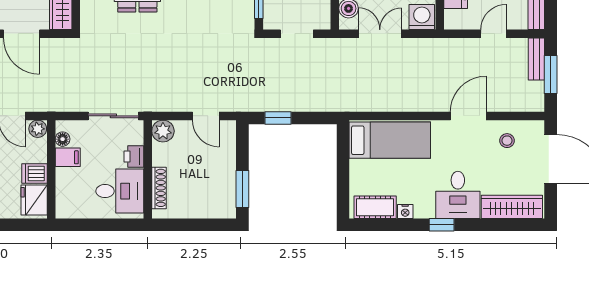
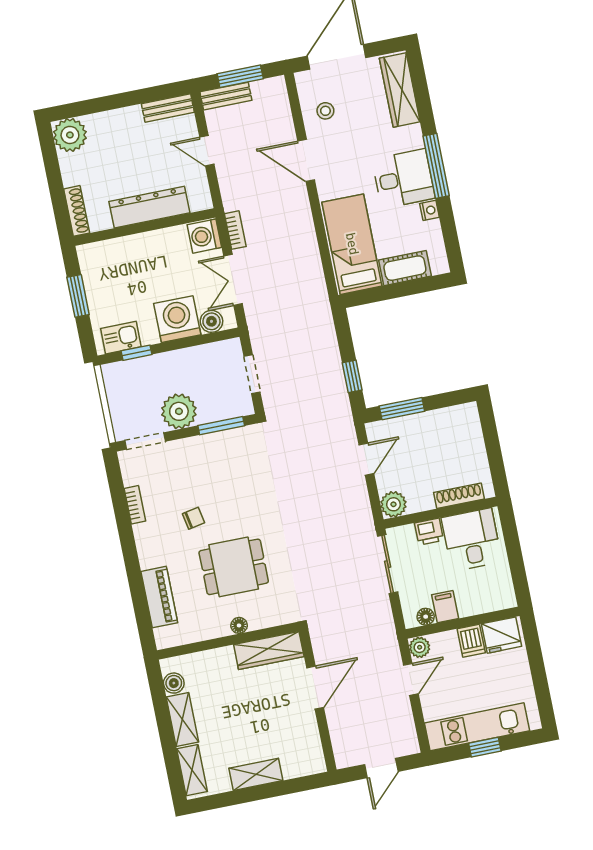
bookcase: (422, 44) -> (235, 230), added
window: (242, 189) -> (402, 409), moved
desk: (458, 195) -> (403, 179), moved
cot: (375, 207) -> (405, 268), moved, turned 90
window: (442, 225) -> (436, 166), width x2.17

